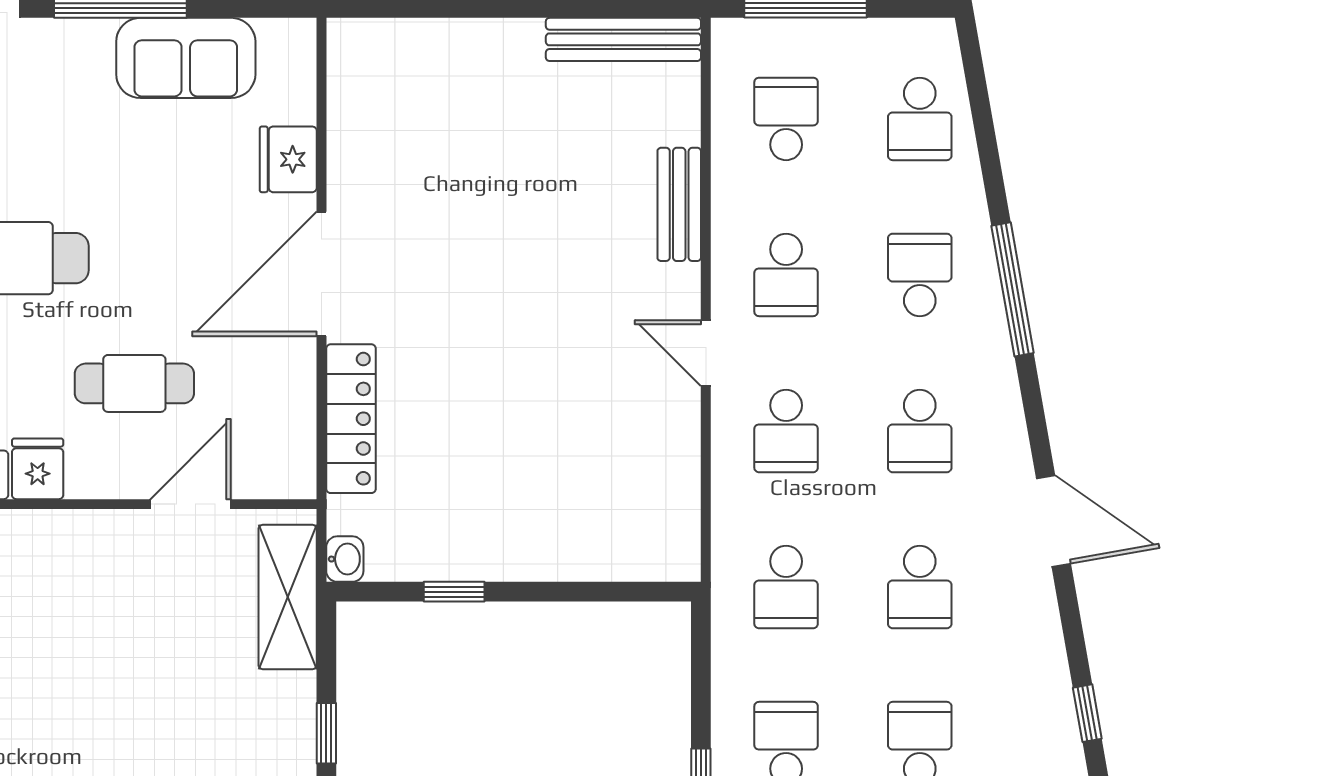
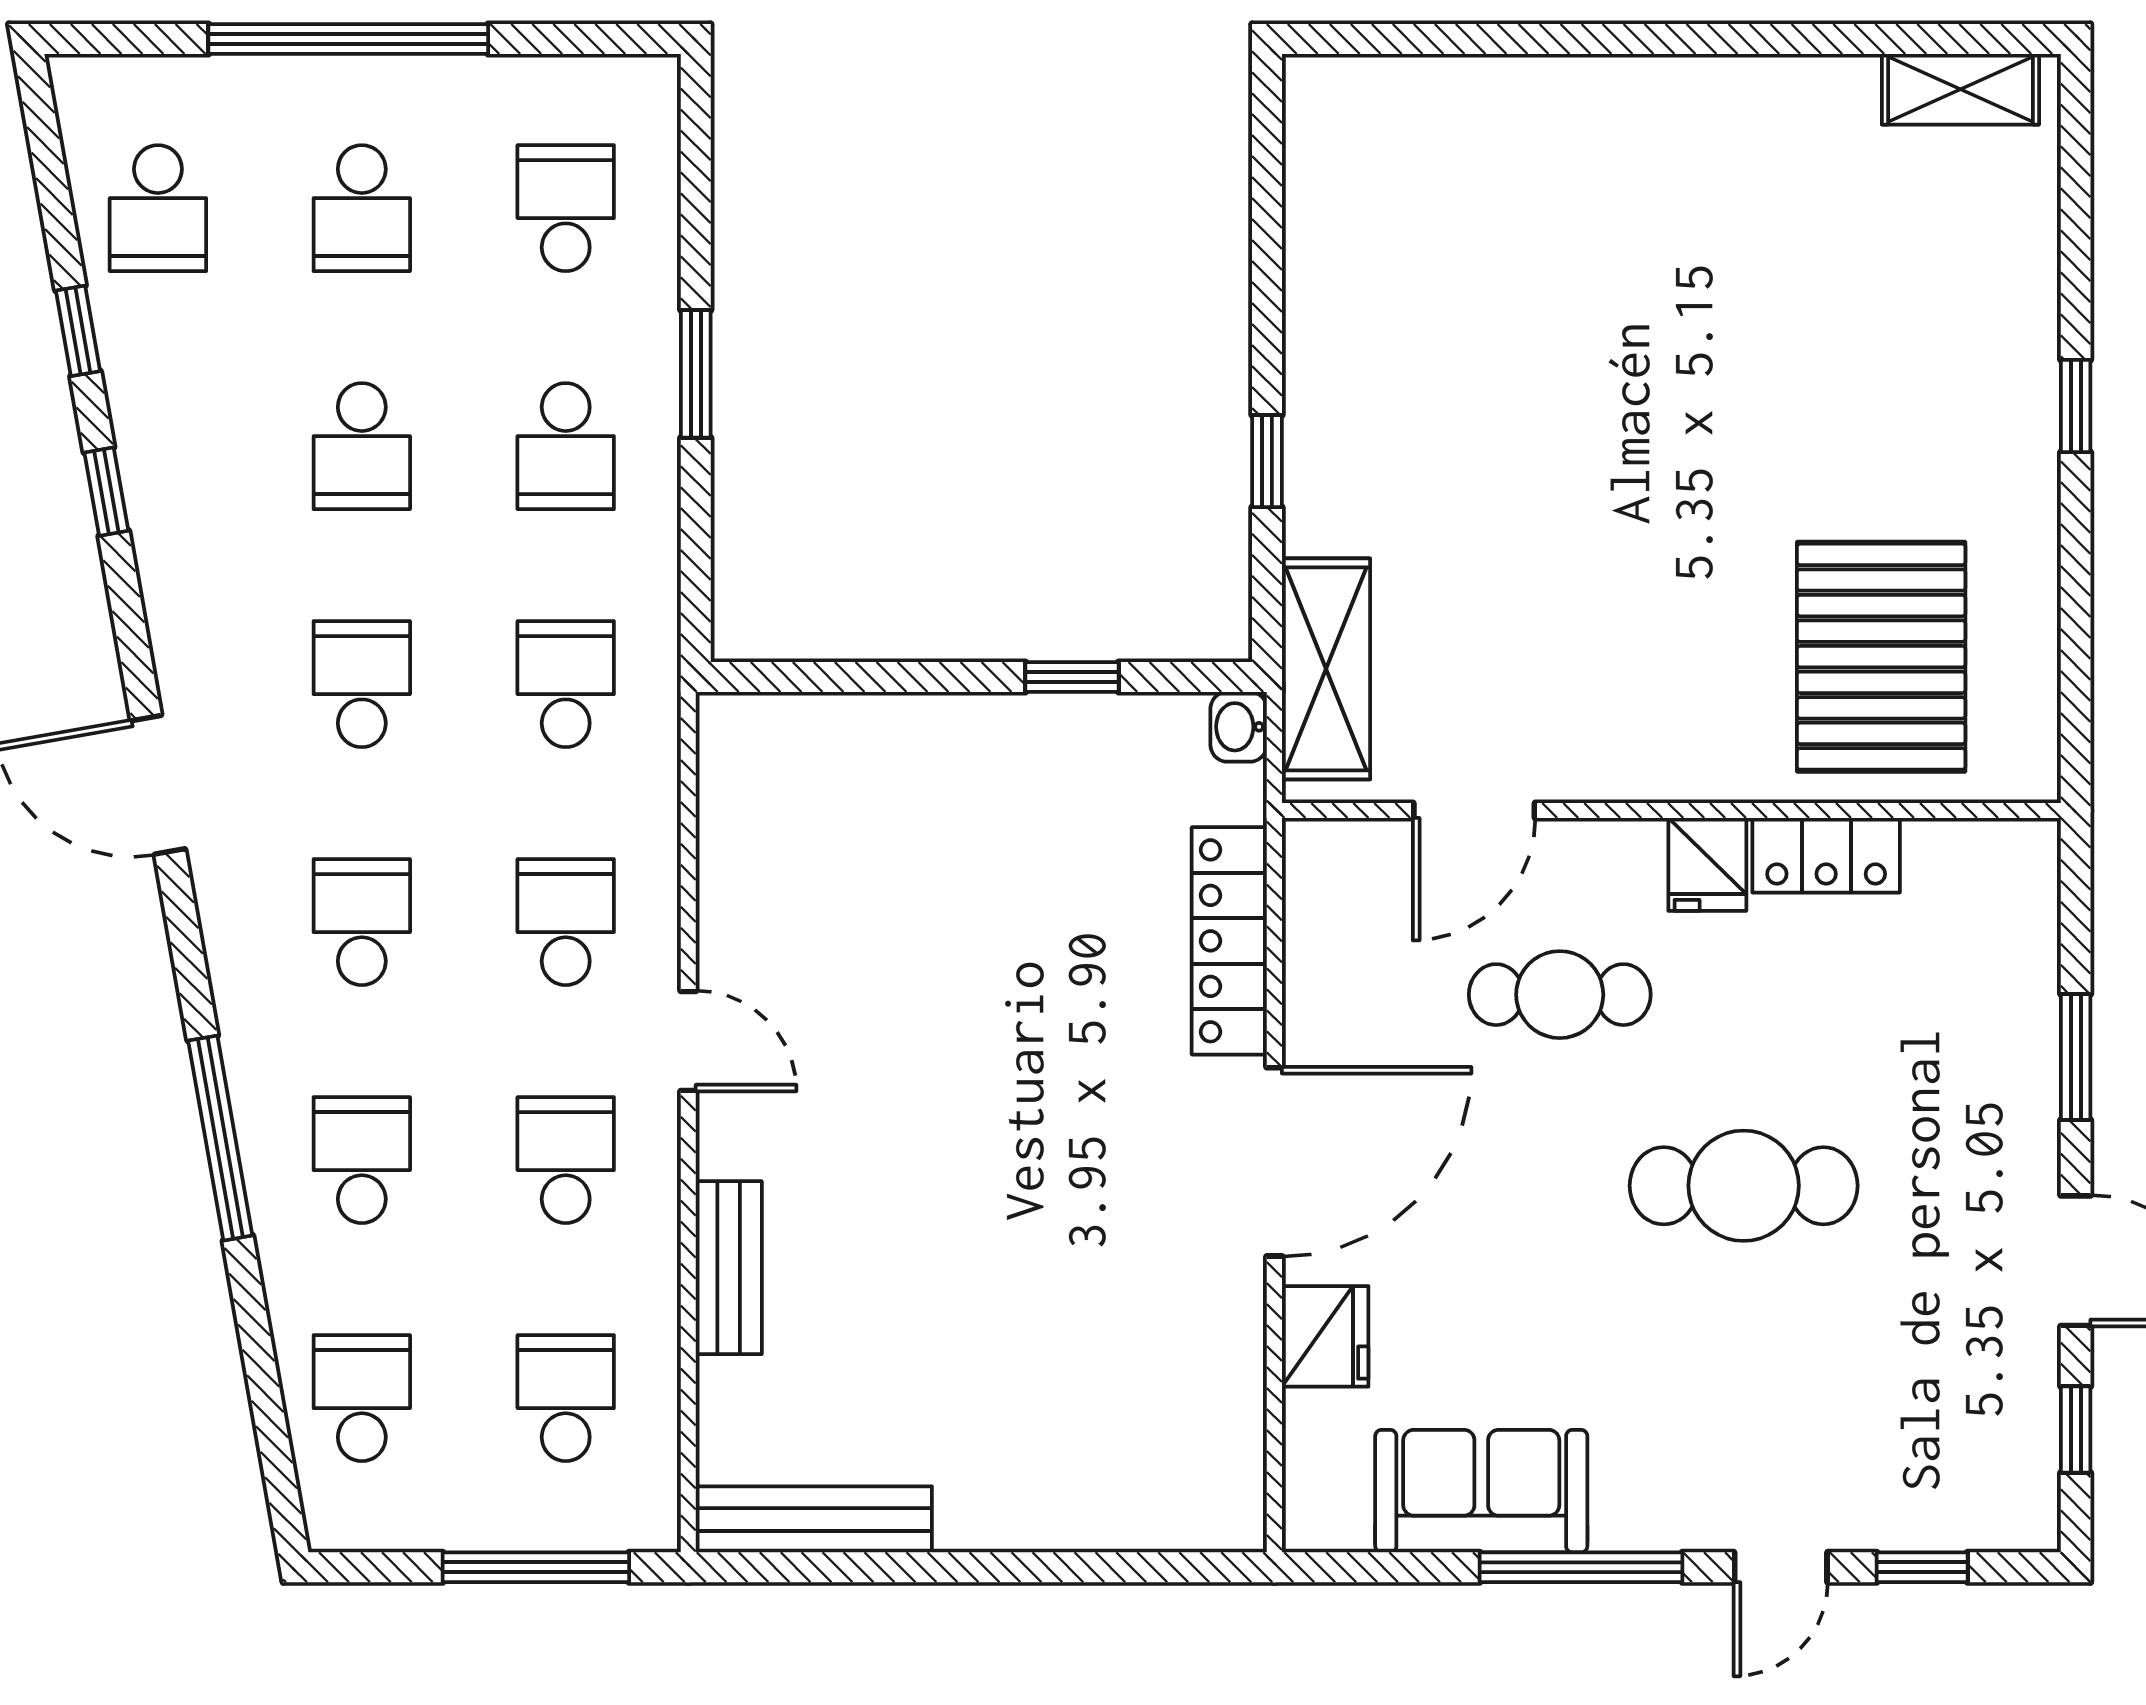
school desk: (786, 119) -> (566, 1398), turned 180
school desk: (920, 275) -> (362, 1160), turned 180

